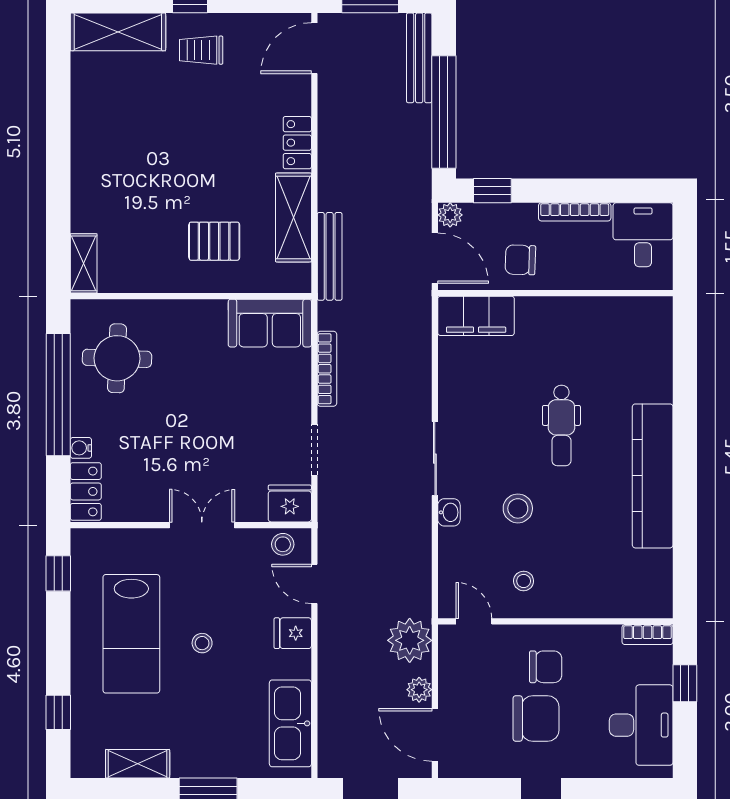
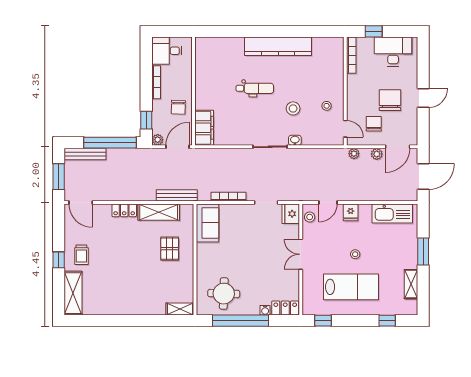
door: (474, 621) -> (345, 129), swing flipped
bookcase: (647, 635) -> (351, 55), width x1.56
plant: (410, 640) -> (354, 154), width x0.53, depth x0.53
chair: (546, 667) -> (374, 124), moved

